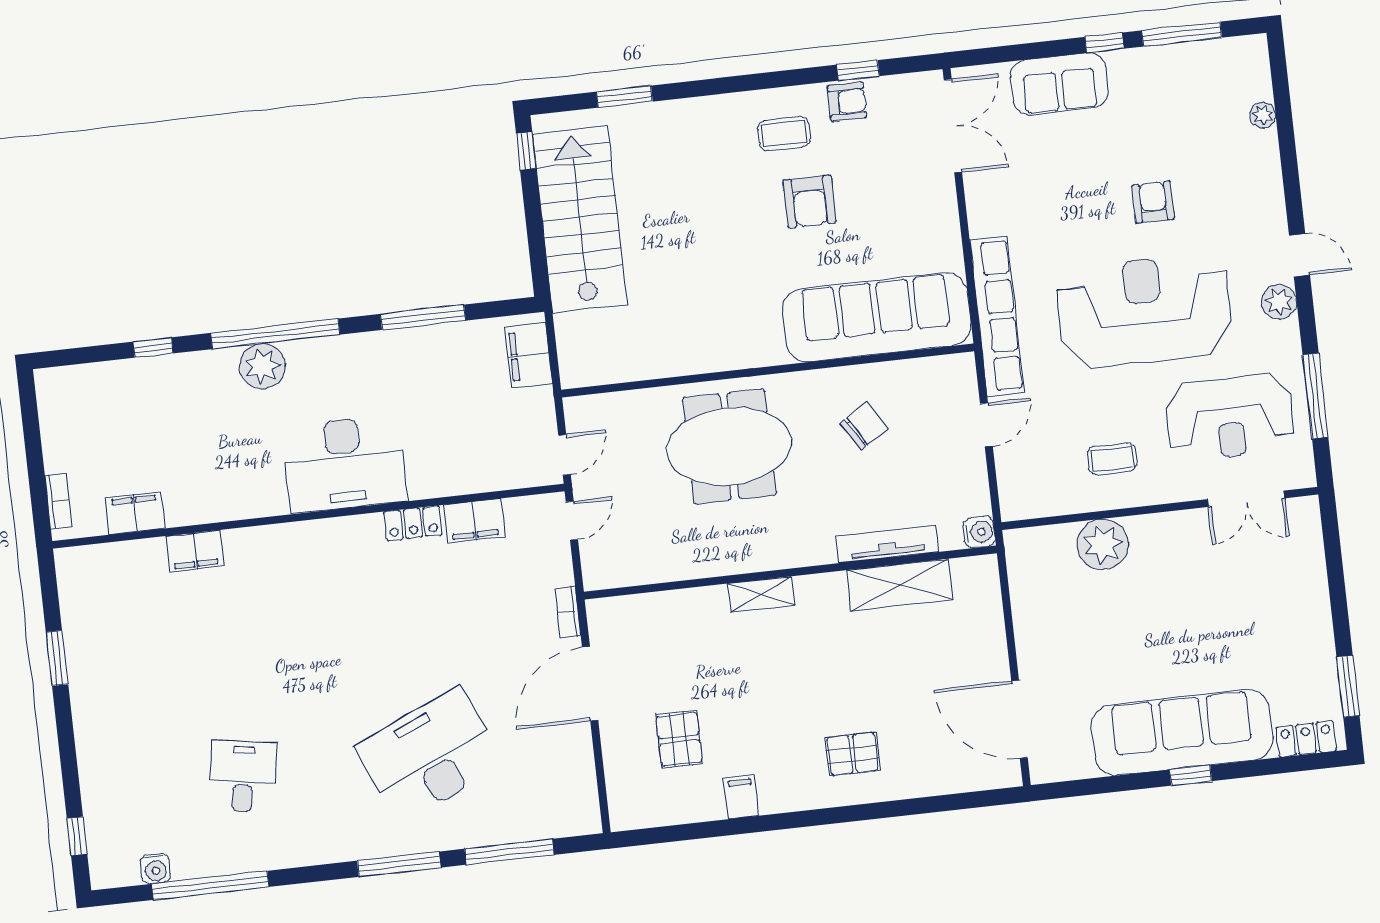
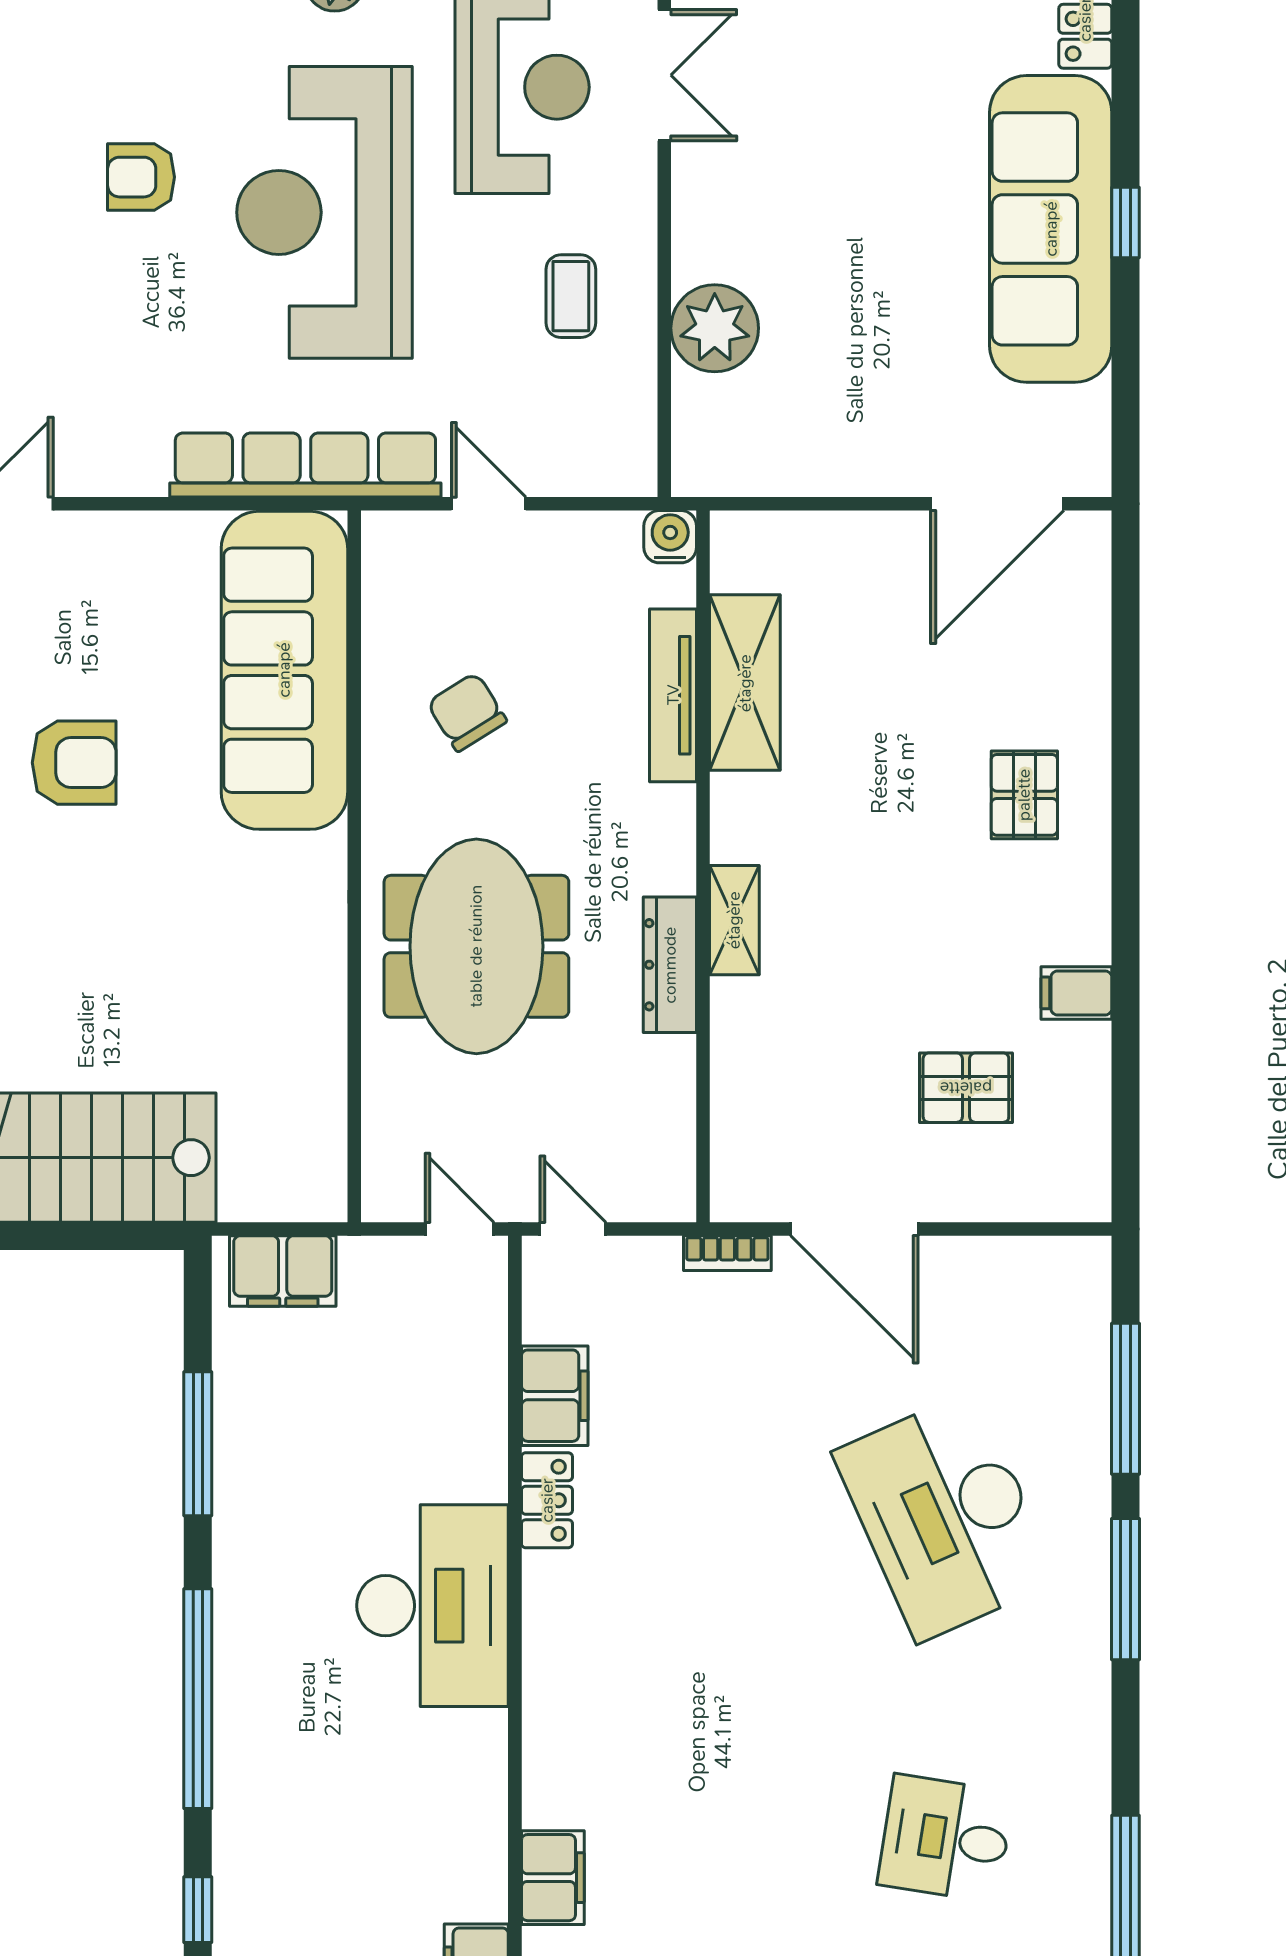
plant: (262, 366) -> (250, 1727), removed
dresser: (731, 560) -> (670, 965), added

